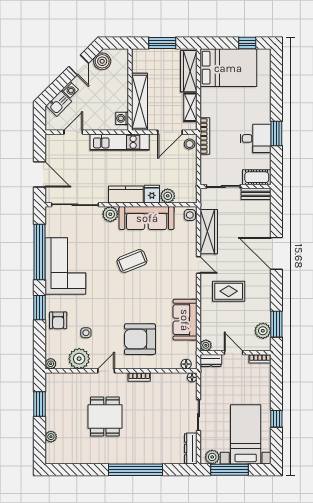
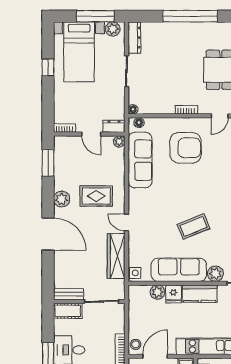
sofa: (185, 320) -> (140, 160), width x1.36
plant: (263, 331) -> (62, 199), moved

